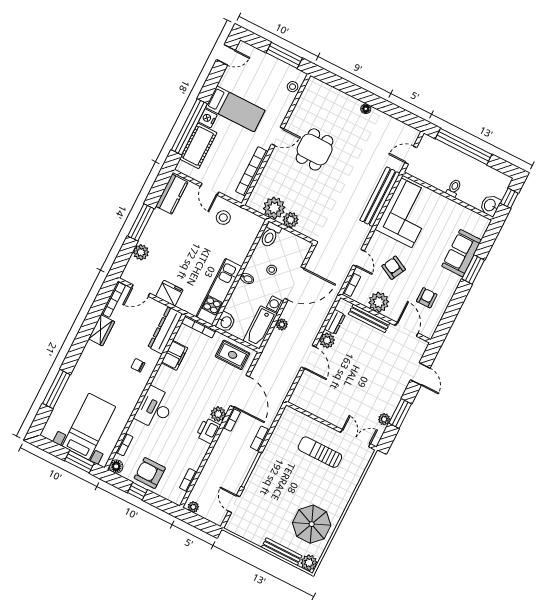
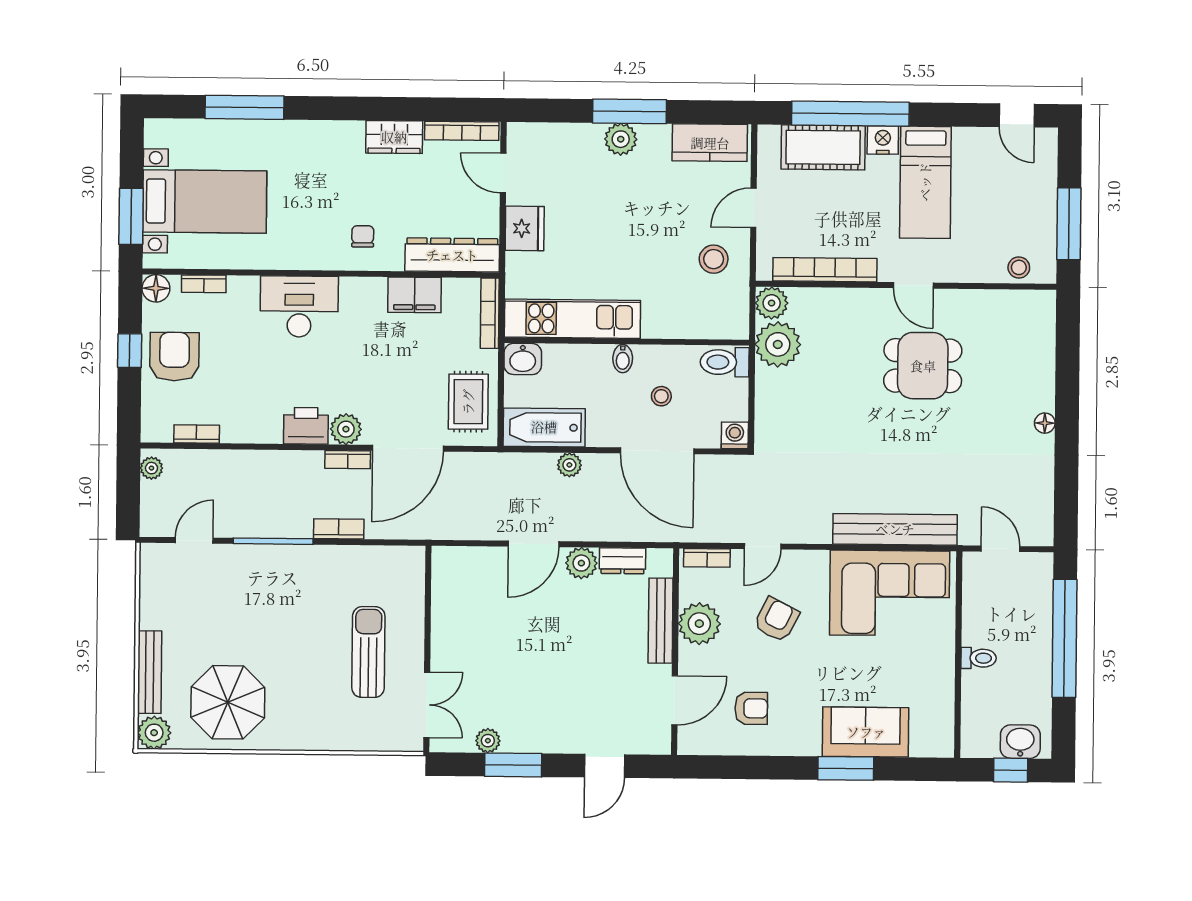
washbasin: (490, 205) -> (1020, 742), moved
plant: (291, 220) -> (772, 303), moved
plant: (141, 252) -> (621, 139), moved
washing machine: (275, 304) -> (735, 435), moved

